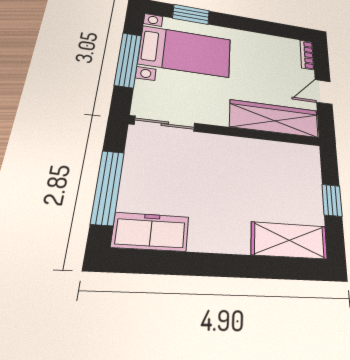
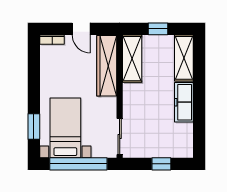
window: (128, 60) -> (78, 164), width x1.46
shelving: (286, 156) -> (132, 59), added
window: (108, 187) -> (161, 164), width x0.46
freezer: (151, 232) -> (184, 102), moved

